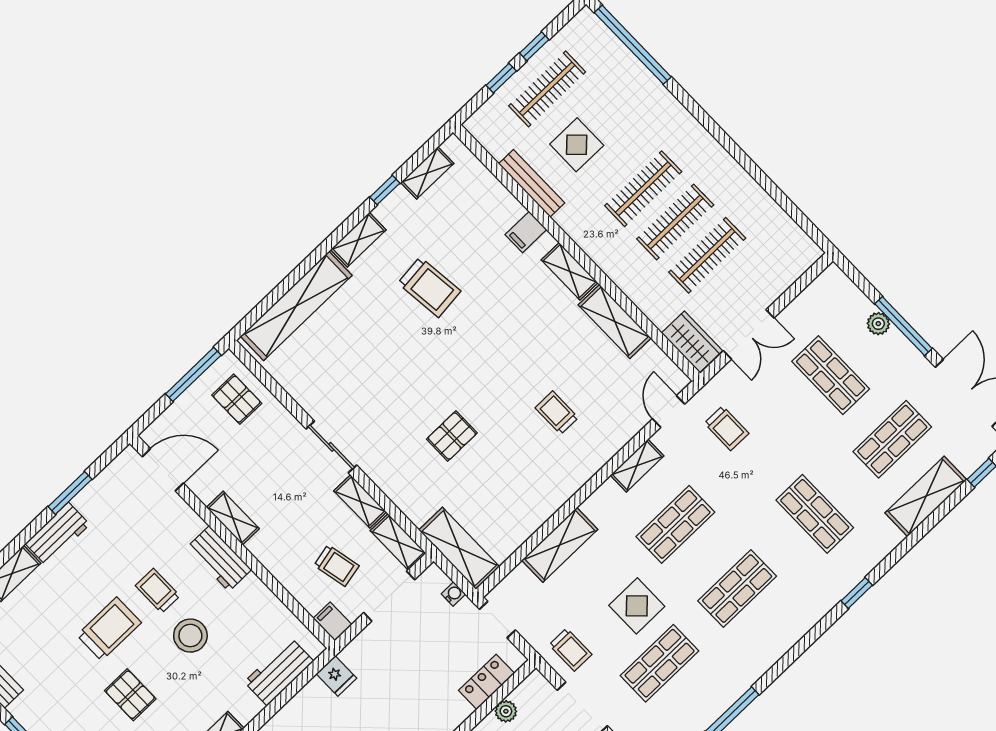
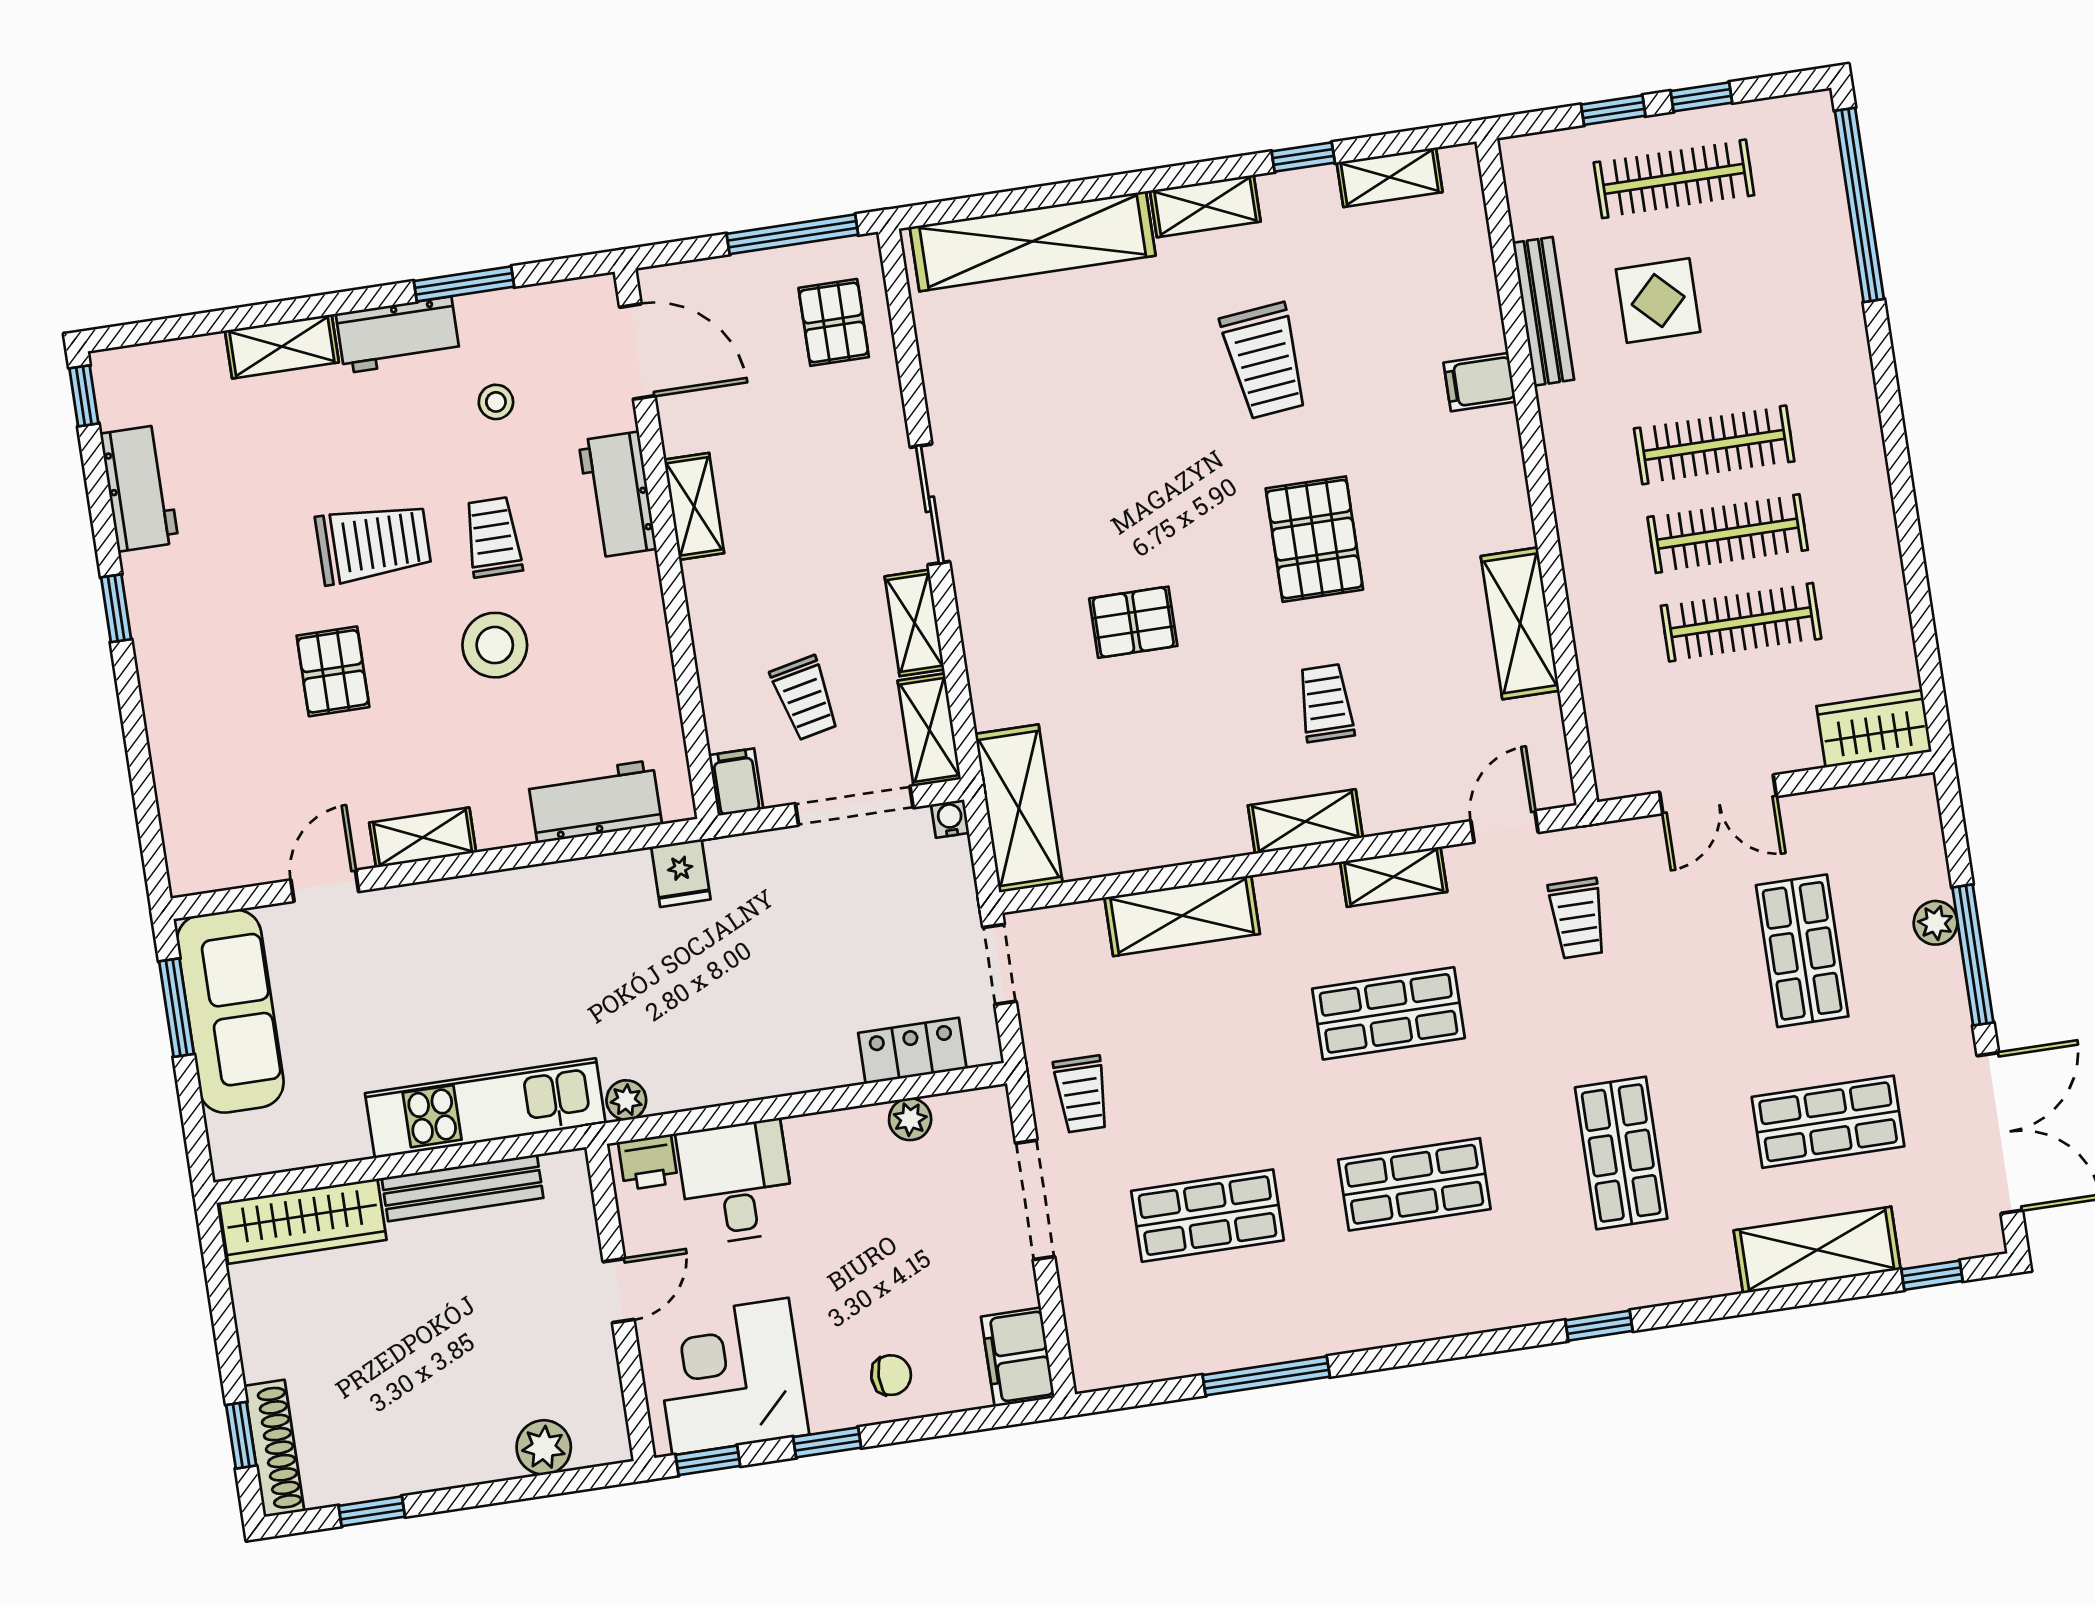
shelving: (570, 271) -> (1305, 822), moved, turned 90
wardrobe: (692, 342) -> (1874, 729), moved, turned -90
pallet: (503, 347) -> (1314, 539), added
stool: (119, 533) -> (496, 402), added
workbench: (219, 559) -> (617, 495), moved
water cooler: (453, 594) -> (950, 819), moved, turned -90
display table: (637, 606) -> (1236, 1099), removed

